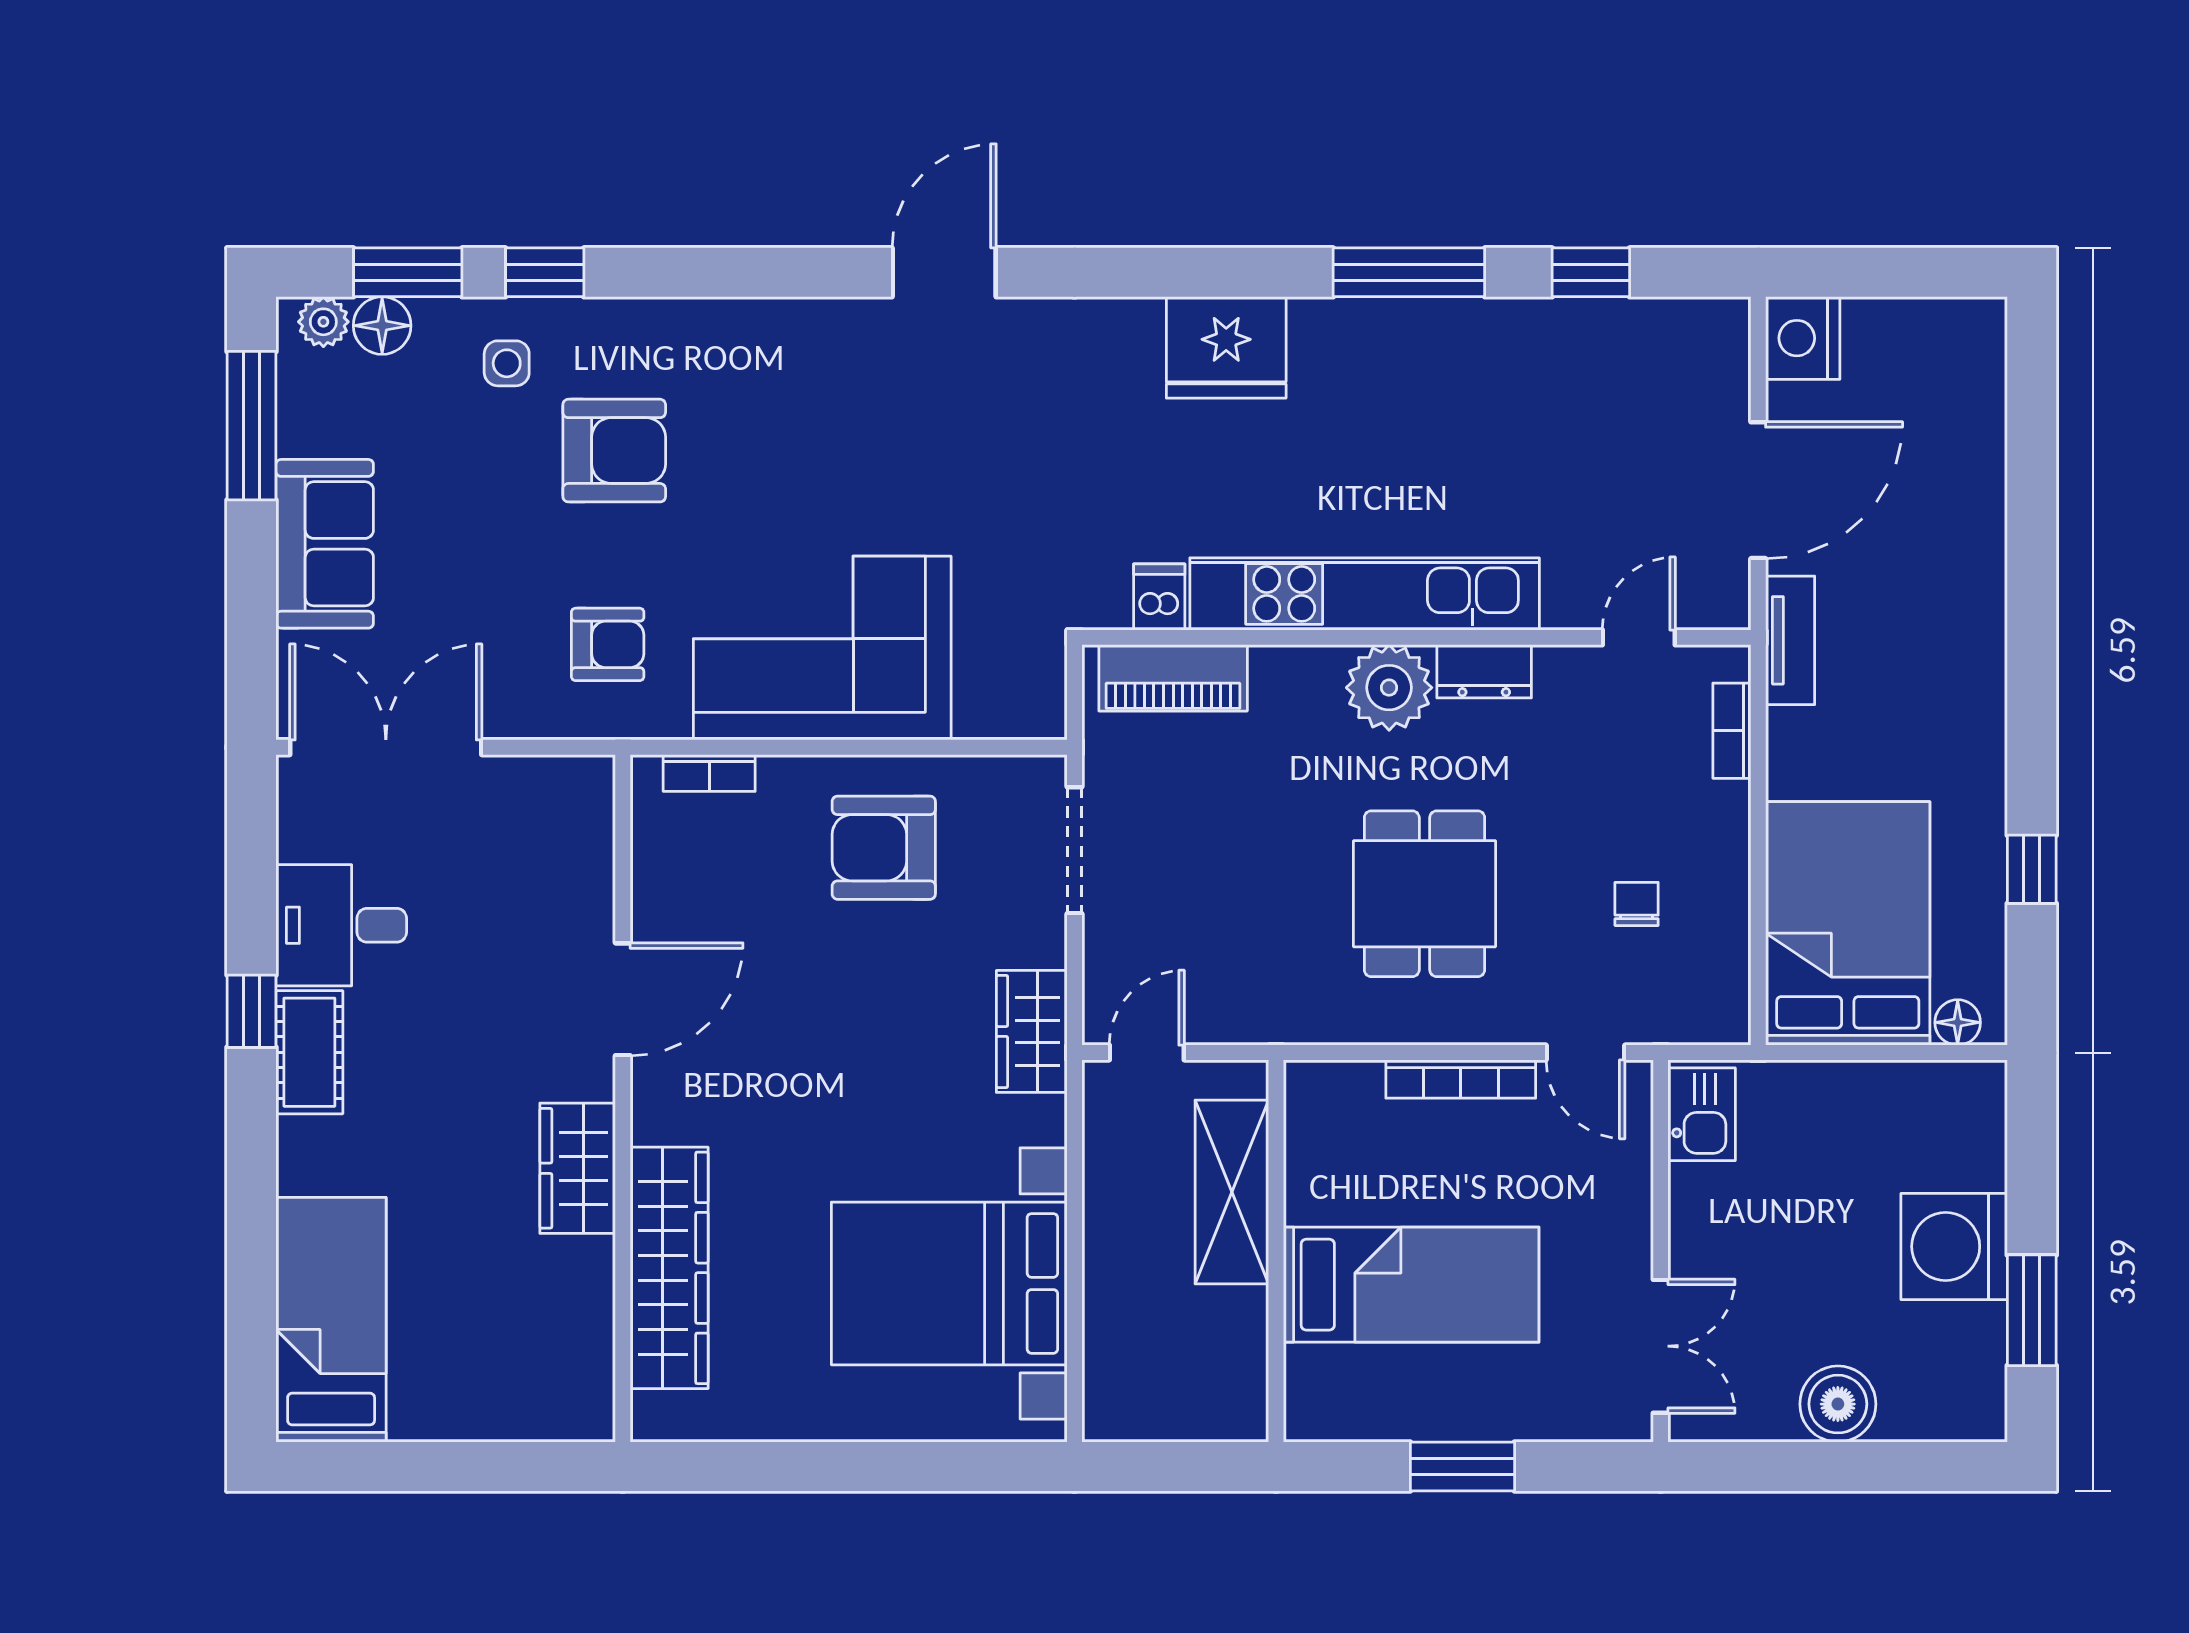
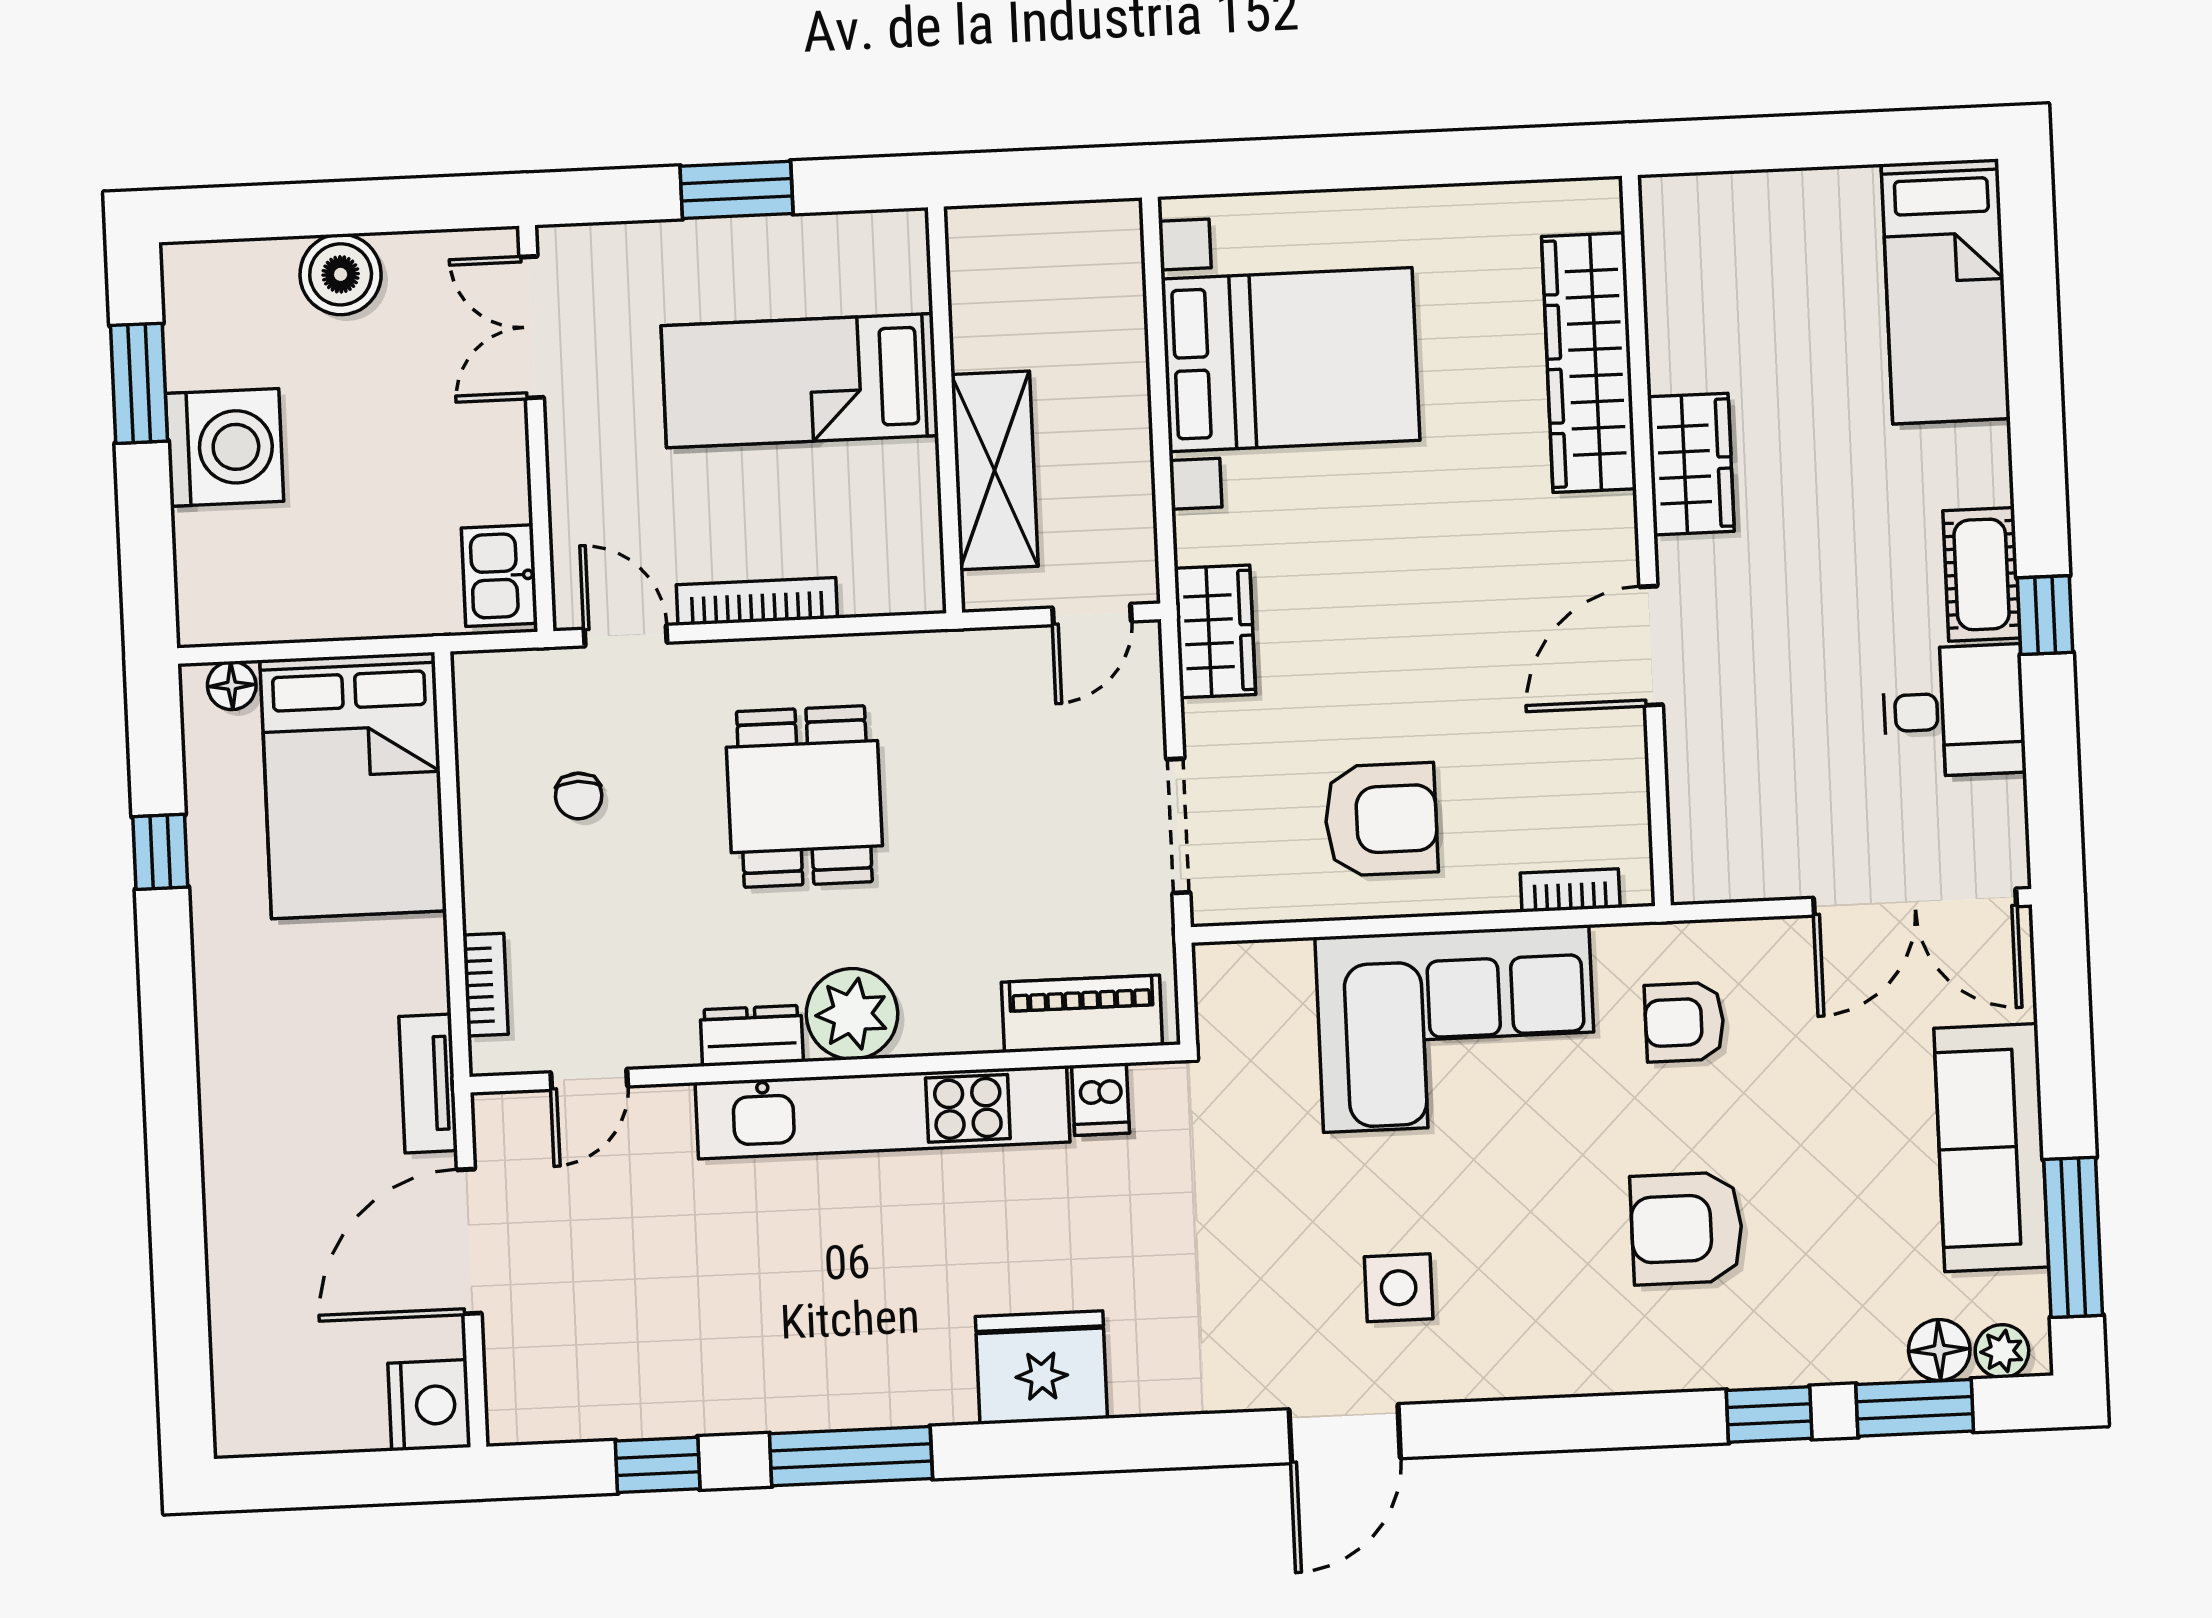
side table: (507, 363) -> (1399, 1288), moved, width x1.37, depth x1.37
sofa: (325, 544) -> (1991, 1148), width x1.36

